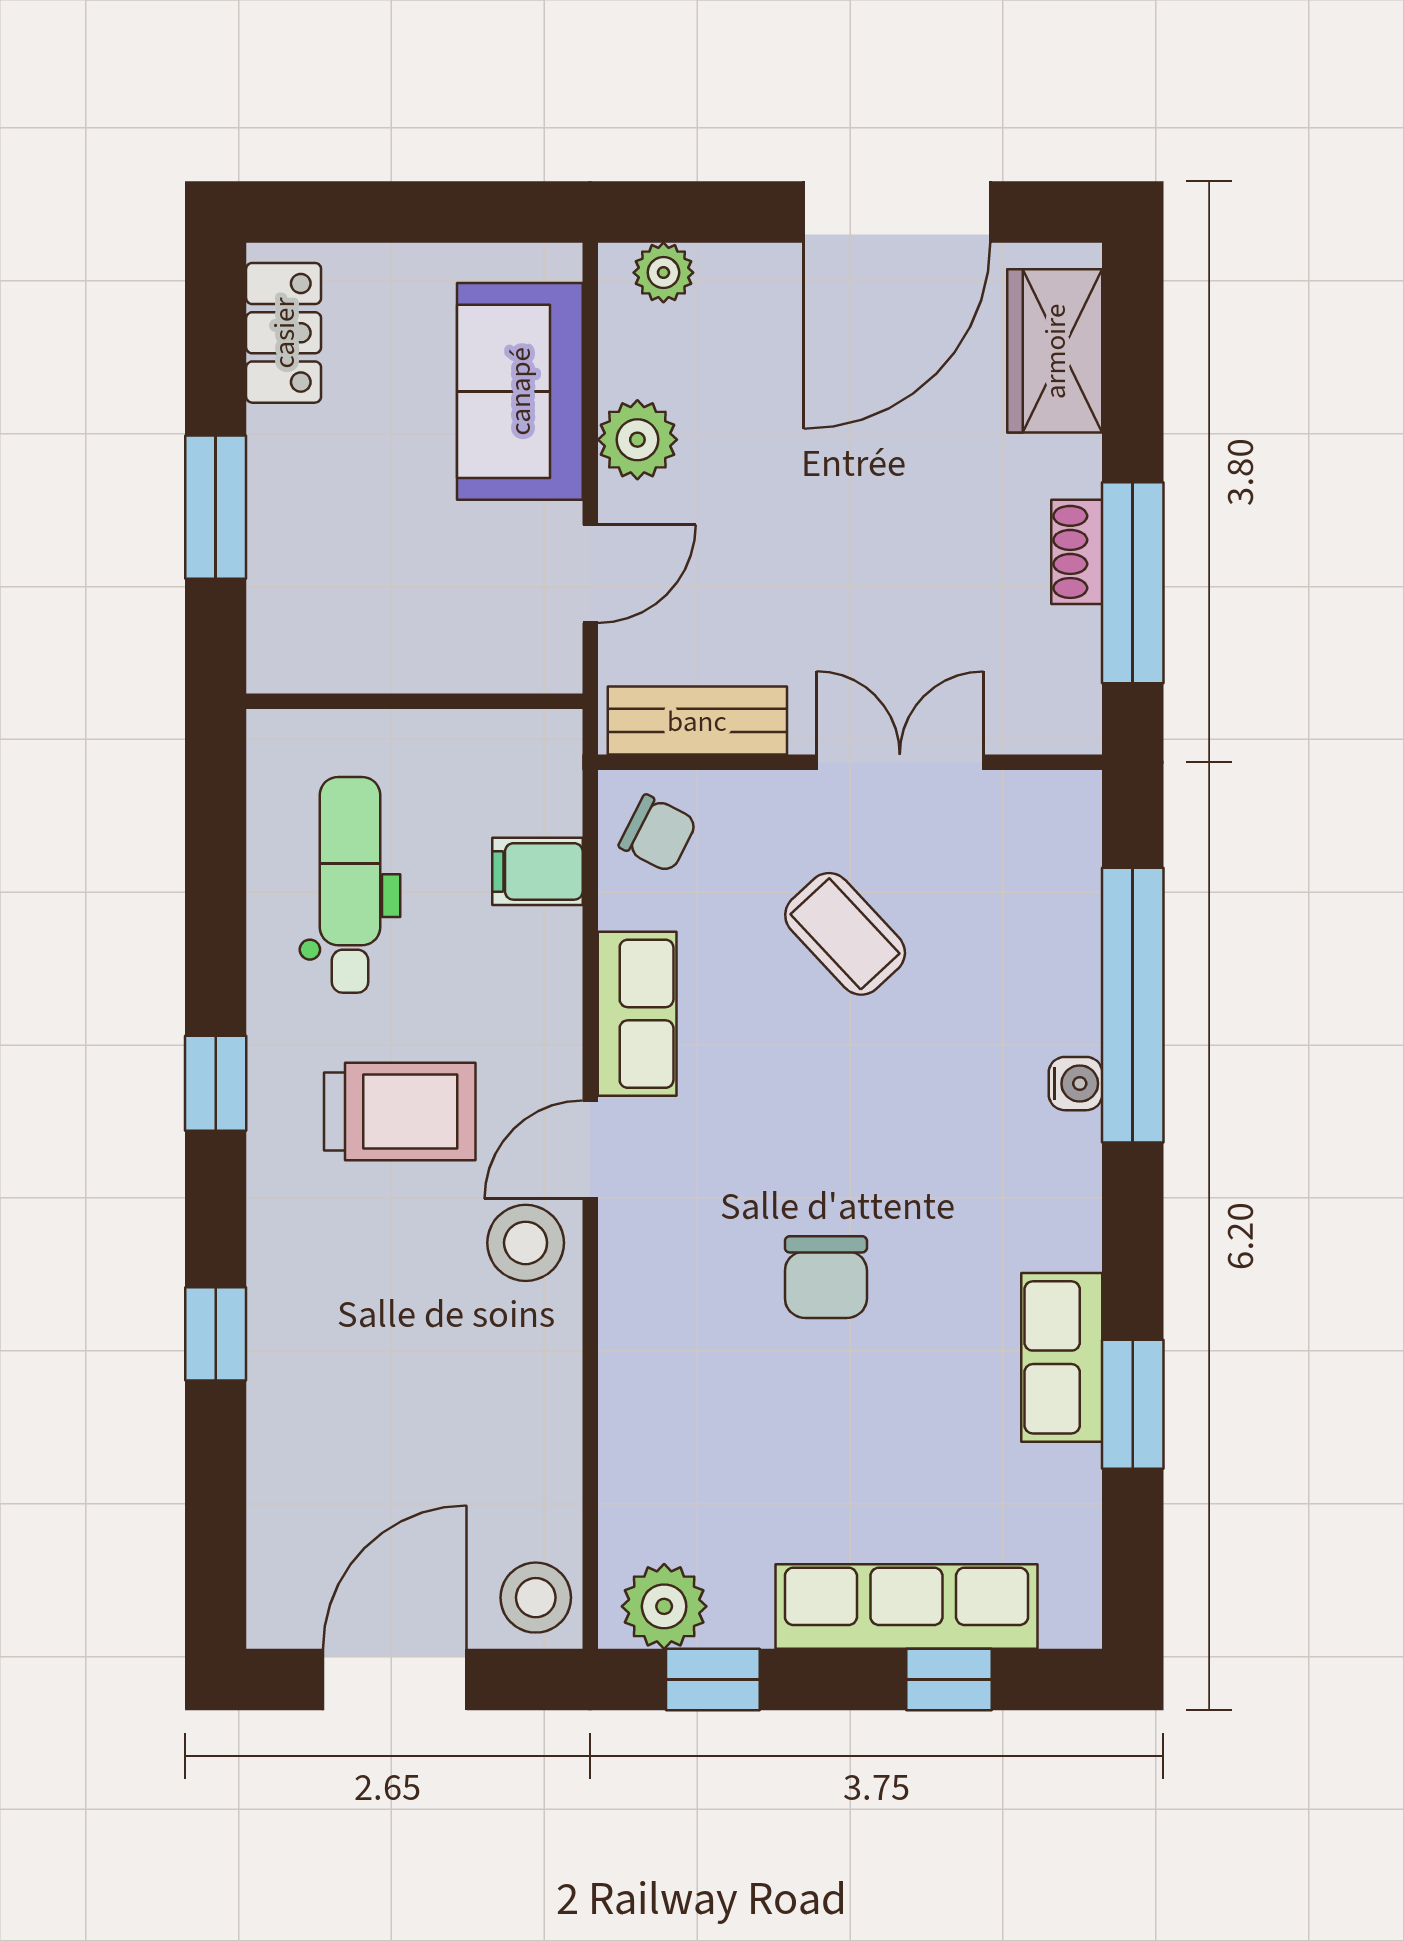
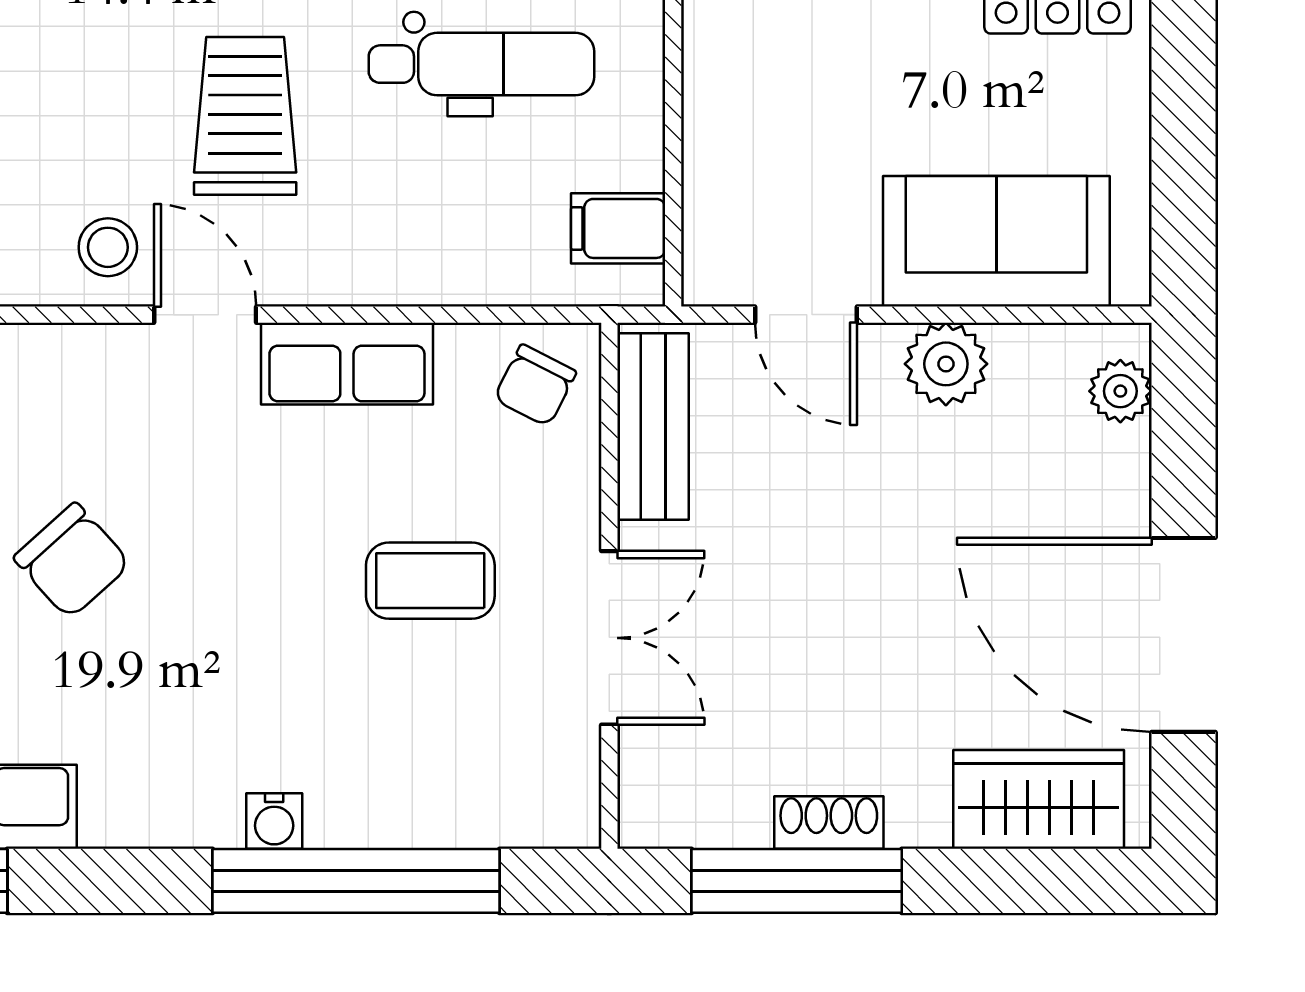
filing cabinet: (538, 871) -> (618, 228), moved, turned -90
coffee table: (845, 934) -> (430, 581), turned 43
trolley: (400, 1111) -> (245, 116), turned 180
stool: (526, 1243) -> (108, 247), width x0.73, depth x0.73
chair: (826, 1277) -> (72, 561), turned -132

